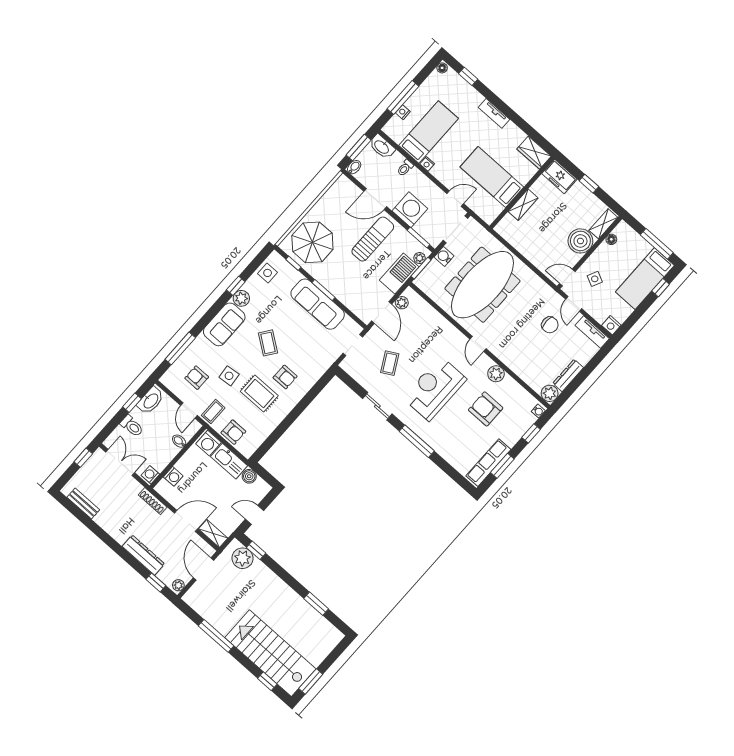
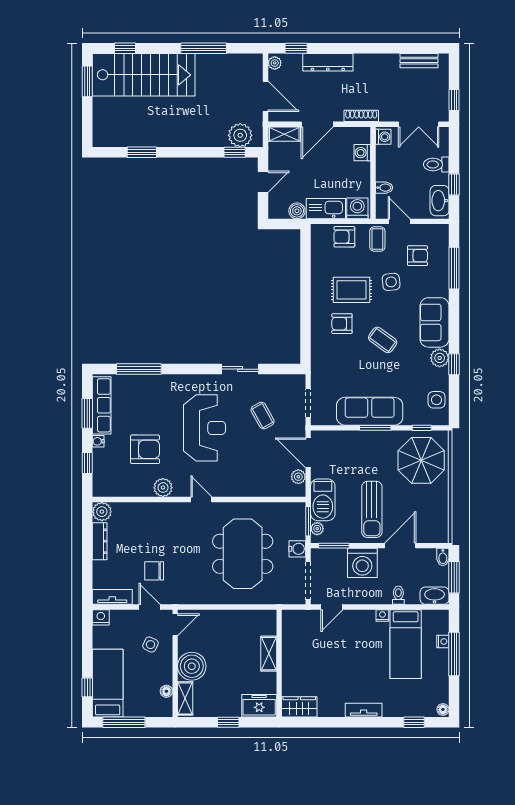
bed: (492, 177) -> (317, 654), removed
meeting table: (482, 285) -> (243, 554), width x0.73
water cooler: (538, 411) -> (98, 441), moved
window: (417, 441) -> (139, 369), moved

